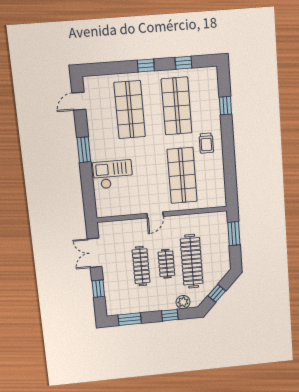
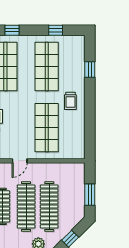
window: (146, 66) -> (12, 30), moved
window: (234, 234) -> (90, 195), moved
clothes rail: (166, 264) -> (26, 206), width x1.86, depth x1.31

